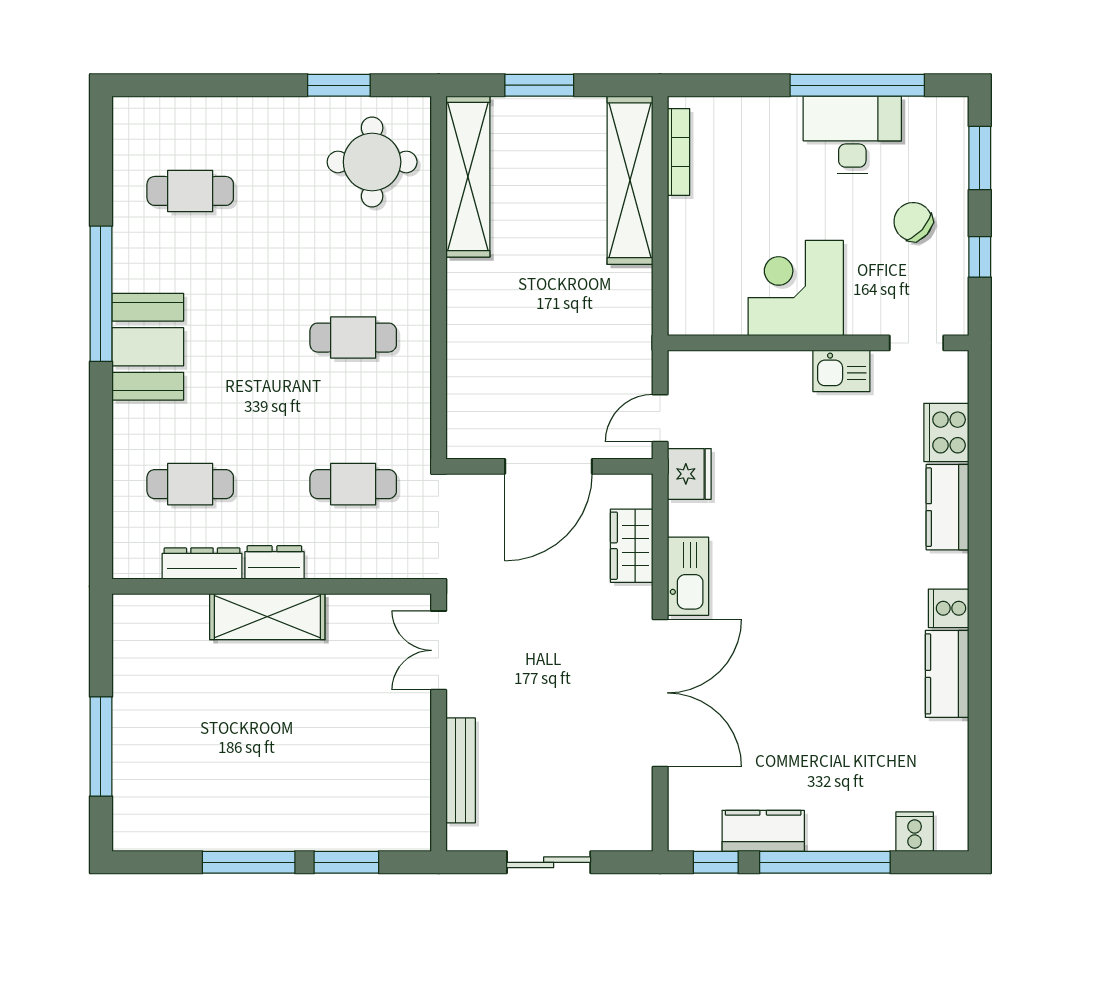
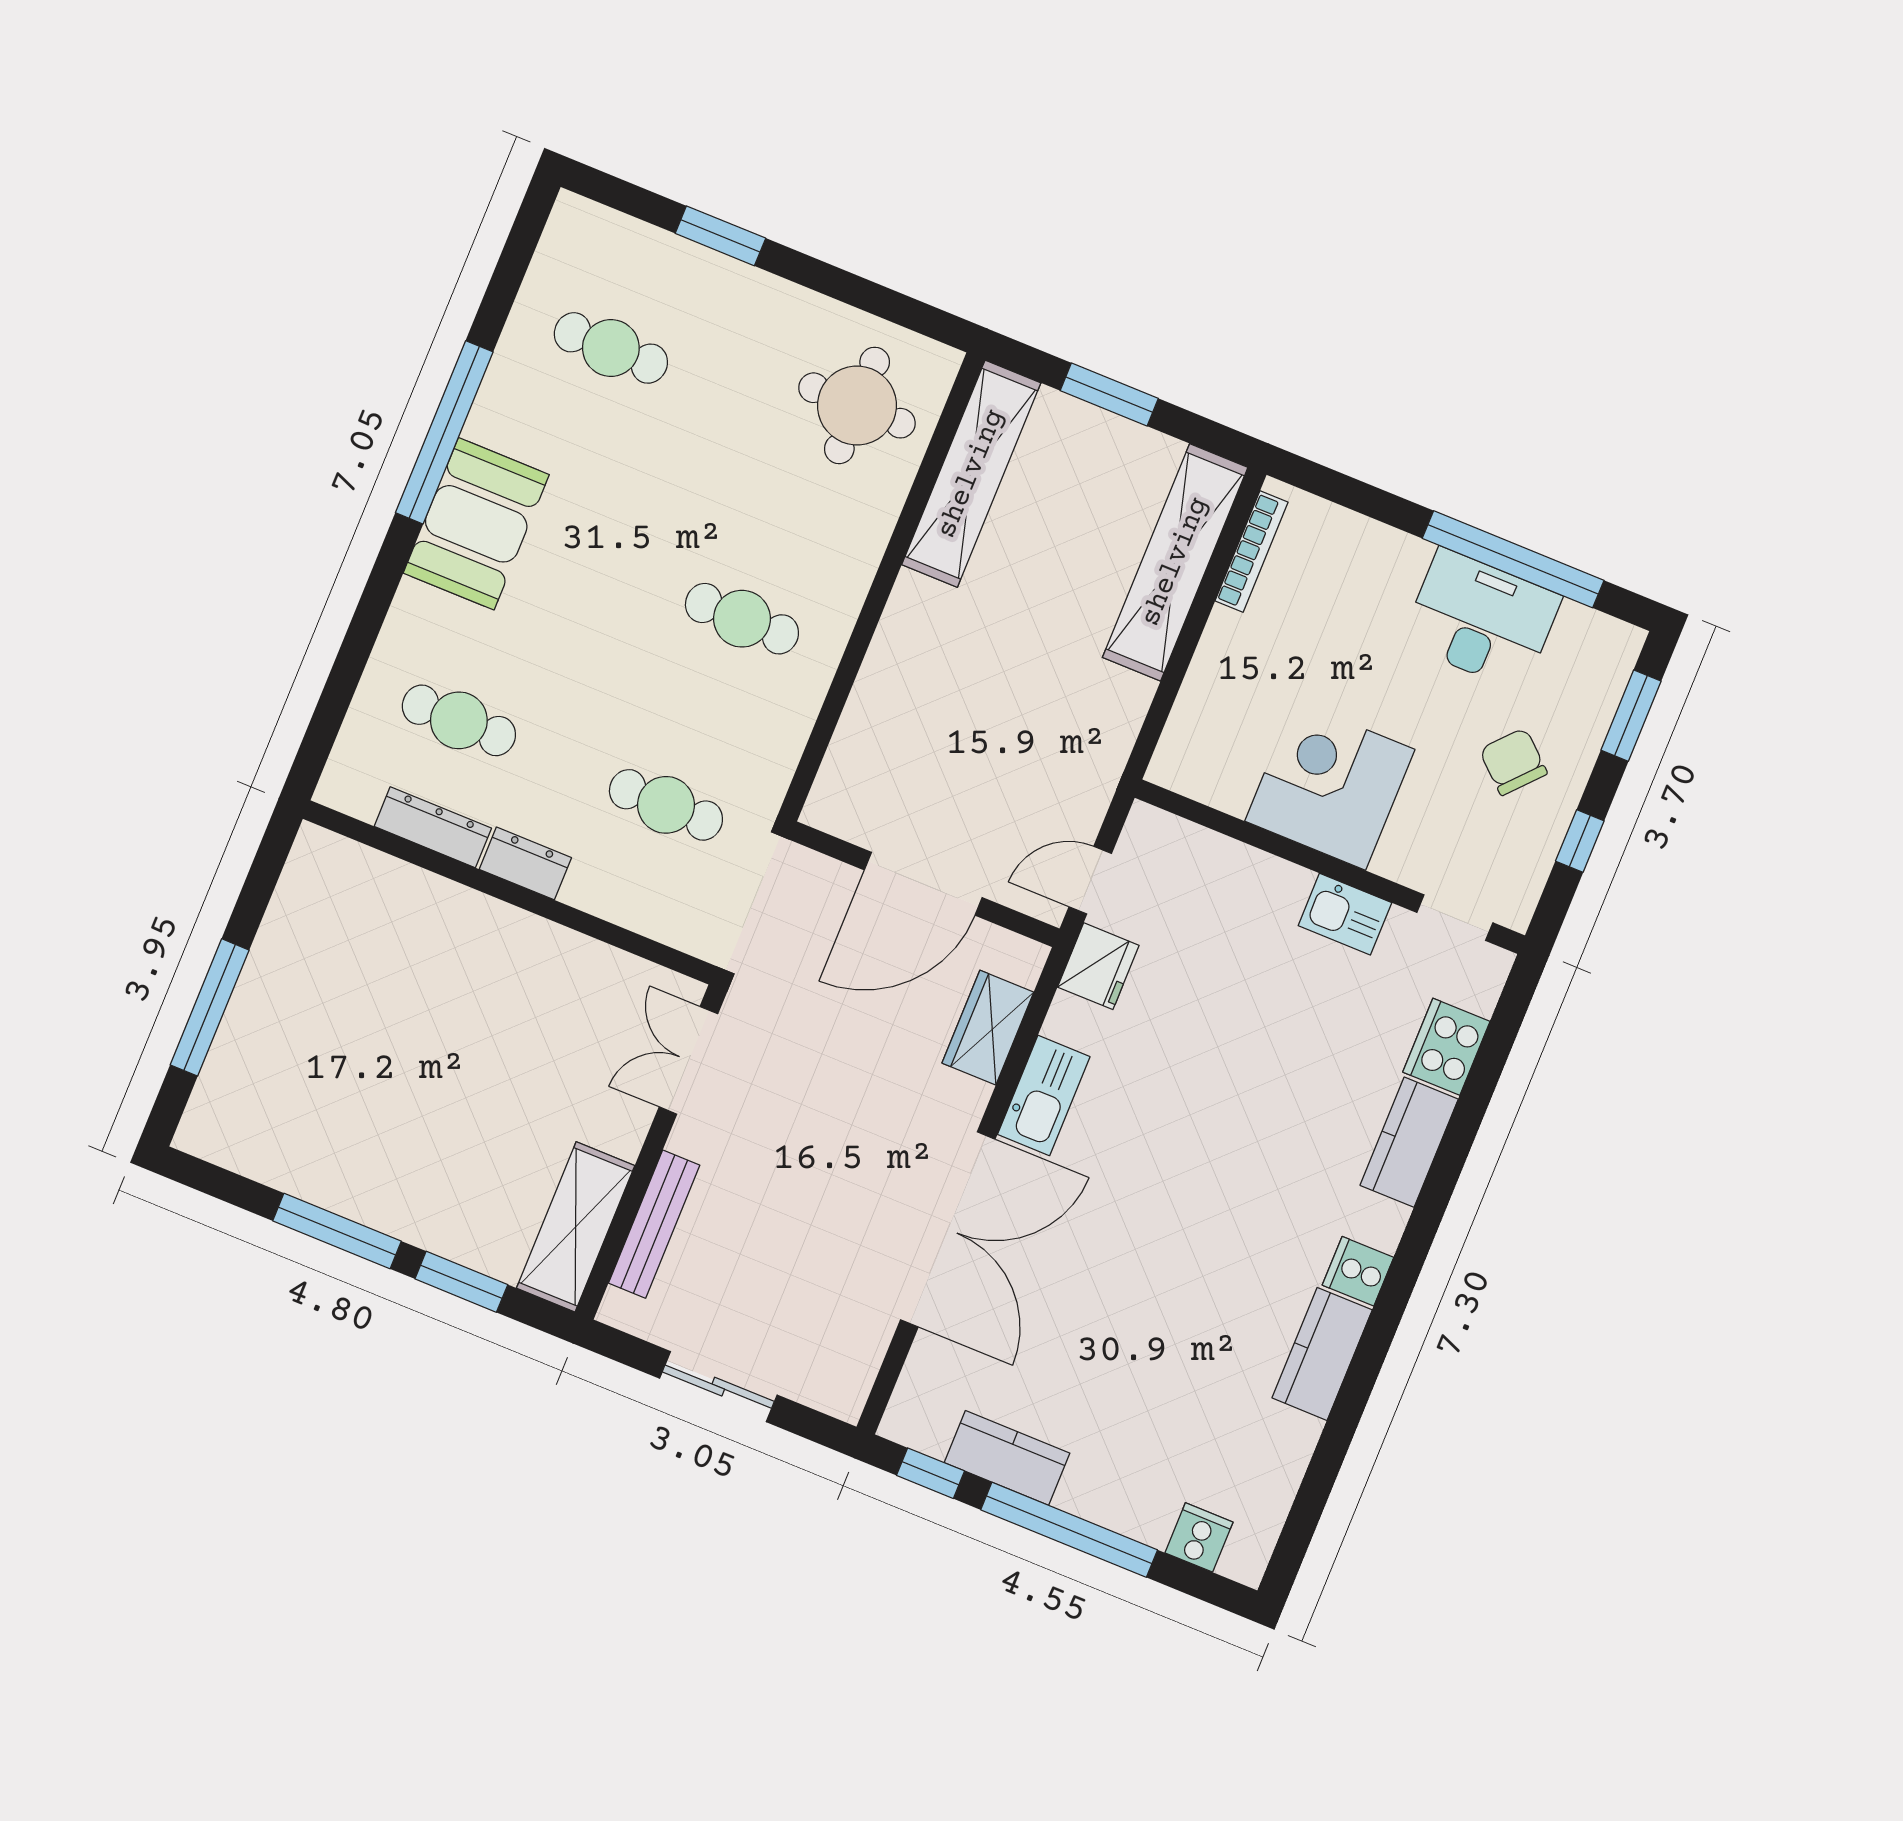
window: (339, 85) -> (720, 236), moved
shelving: (267, 617) -> (576, 1227), moved, turned 90

